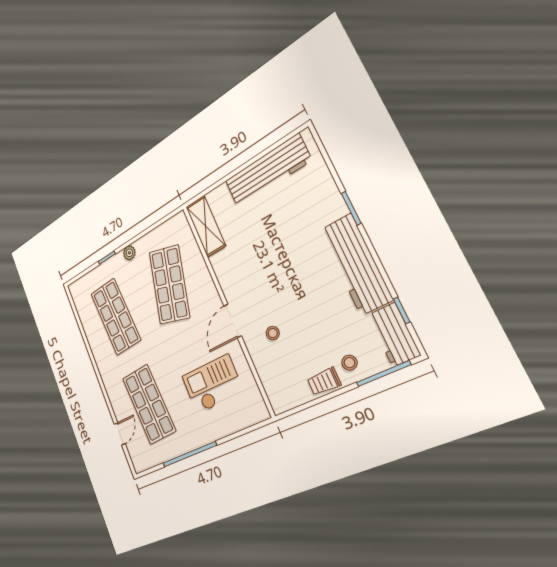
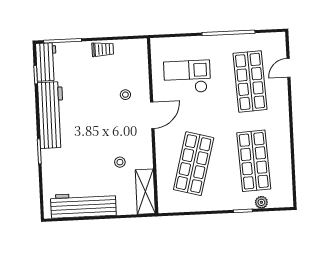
plant: (129, 253) -> (261, 202), moved
stool: (349, 363) -> (120, 162), moved
checkout: (213, 384) -> (187, 77), turned 180

